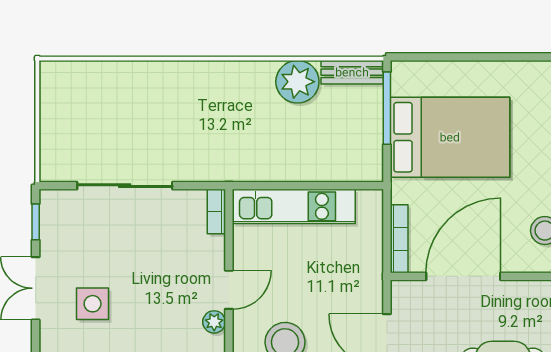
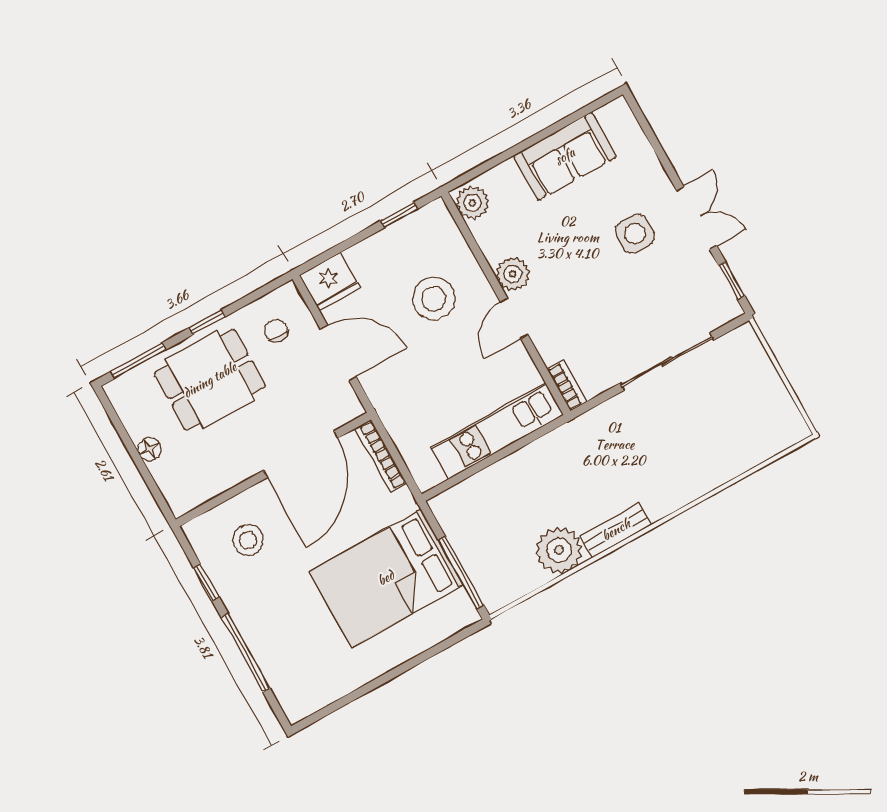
bench: (352, 72) -> (616, 530), moved
plant: (214, 322) -> (513, 274), width x1.38, depth x1.38

